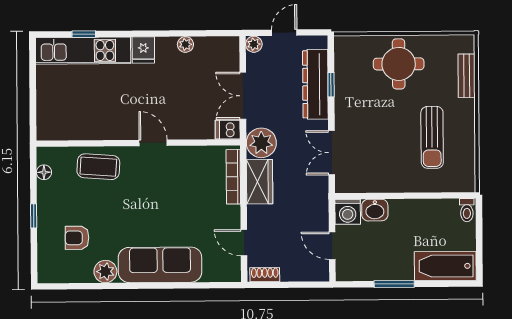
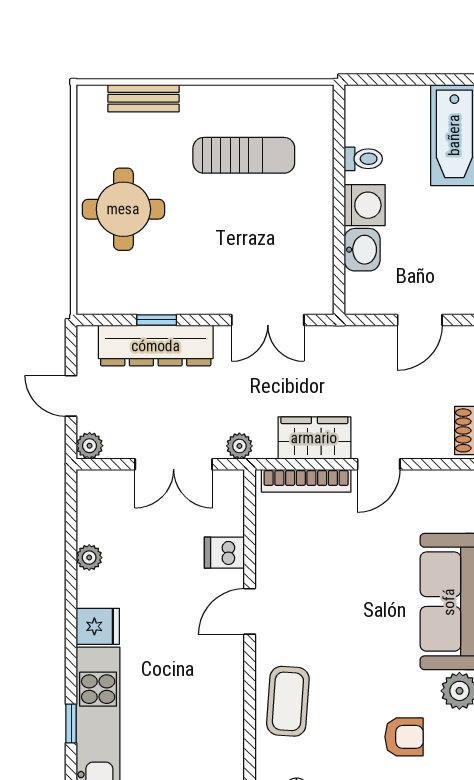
dishwasher: (228, 130) -> (224, 553), moved, turned 90
plant: (261, 143) -> (239, 446), width x0.53, depth x0.53
toilet: (467, 210) -> (363, 159), moved
washing machine: (348, 212) -> (365, 205), moved
armchair: (77, 238) -> (404, 737), turned -90
door: (244, 243) -> (379, 464), moved

